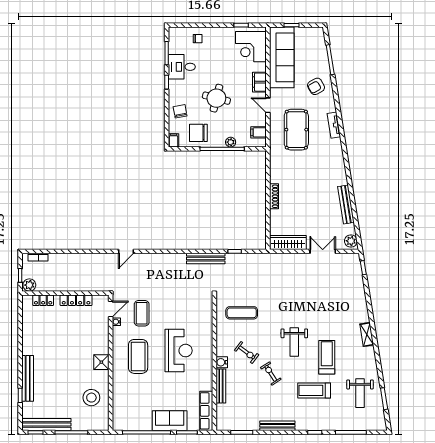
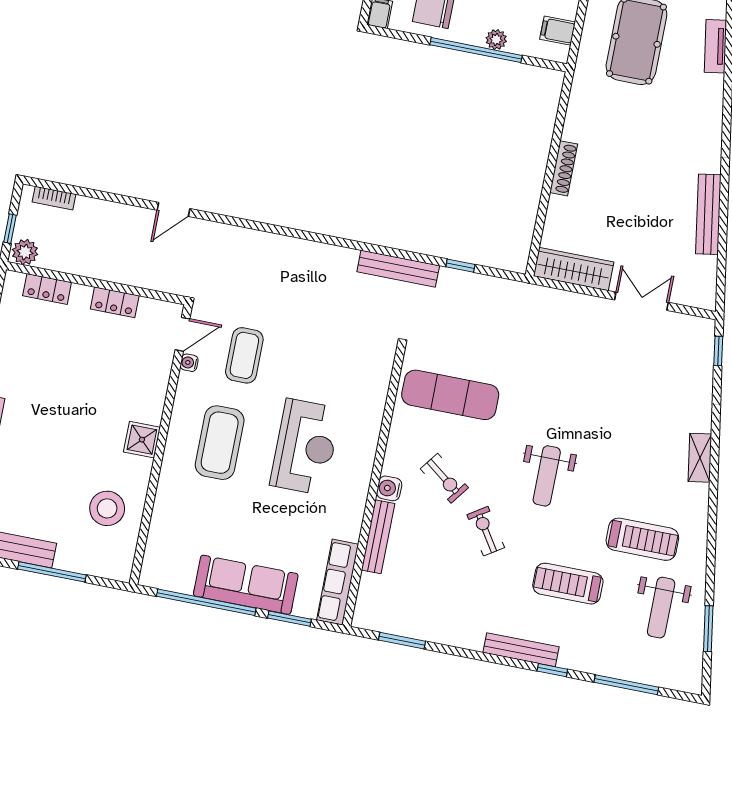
plant: (351, 241) -> (704, 291), removed
door: (126, 251) -> (174, 209), moved
locker: (76, 300) -> (115, 302), width x0.66
exercise mat: (242, 313) -> (450, 395), width x1.36, depth x1.45
shelving: (367, 334) -> (700, 458), moved
treadmill: (327, 357) -> (642, 539), moved, turned 90
sofa: (170, 421) -> (246, 585), width x1.36
bench: (277, 426) -> (521, 650), moved

